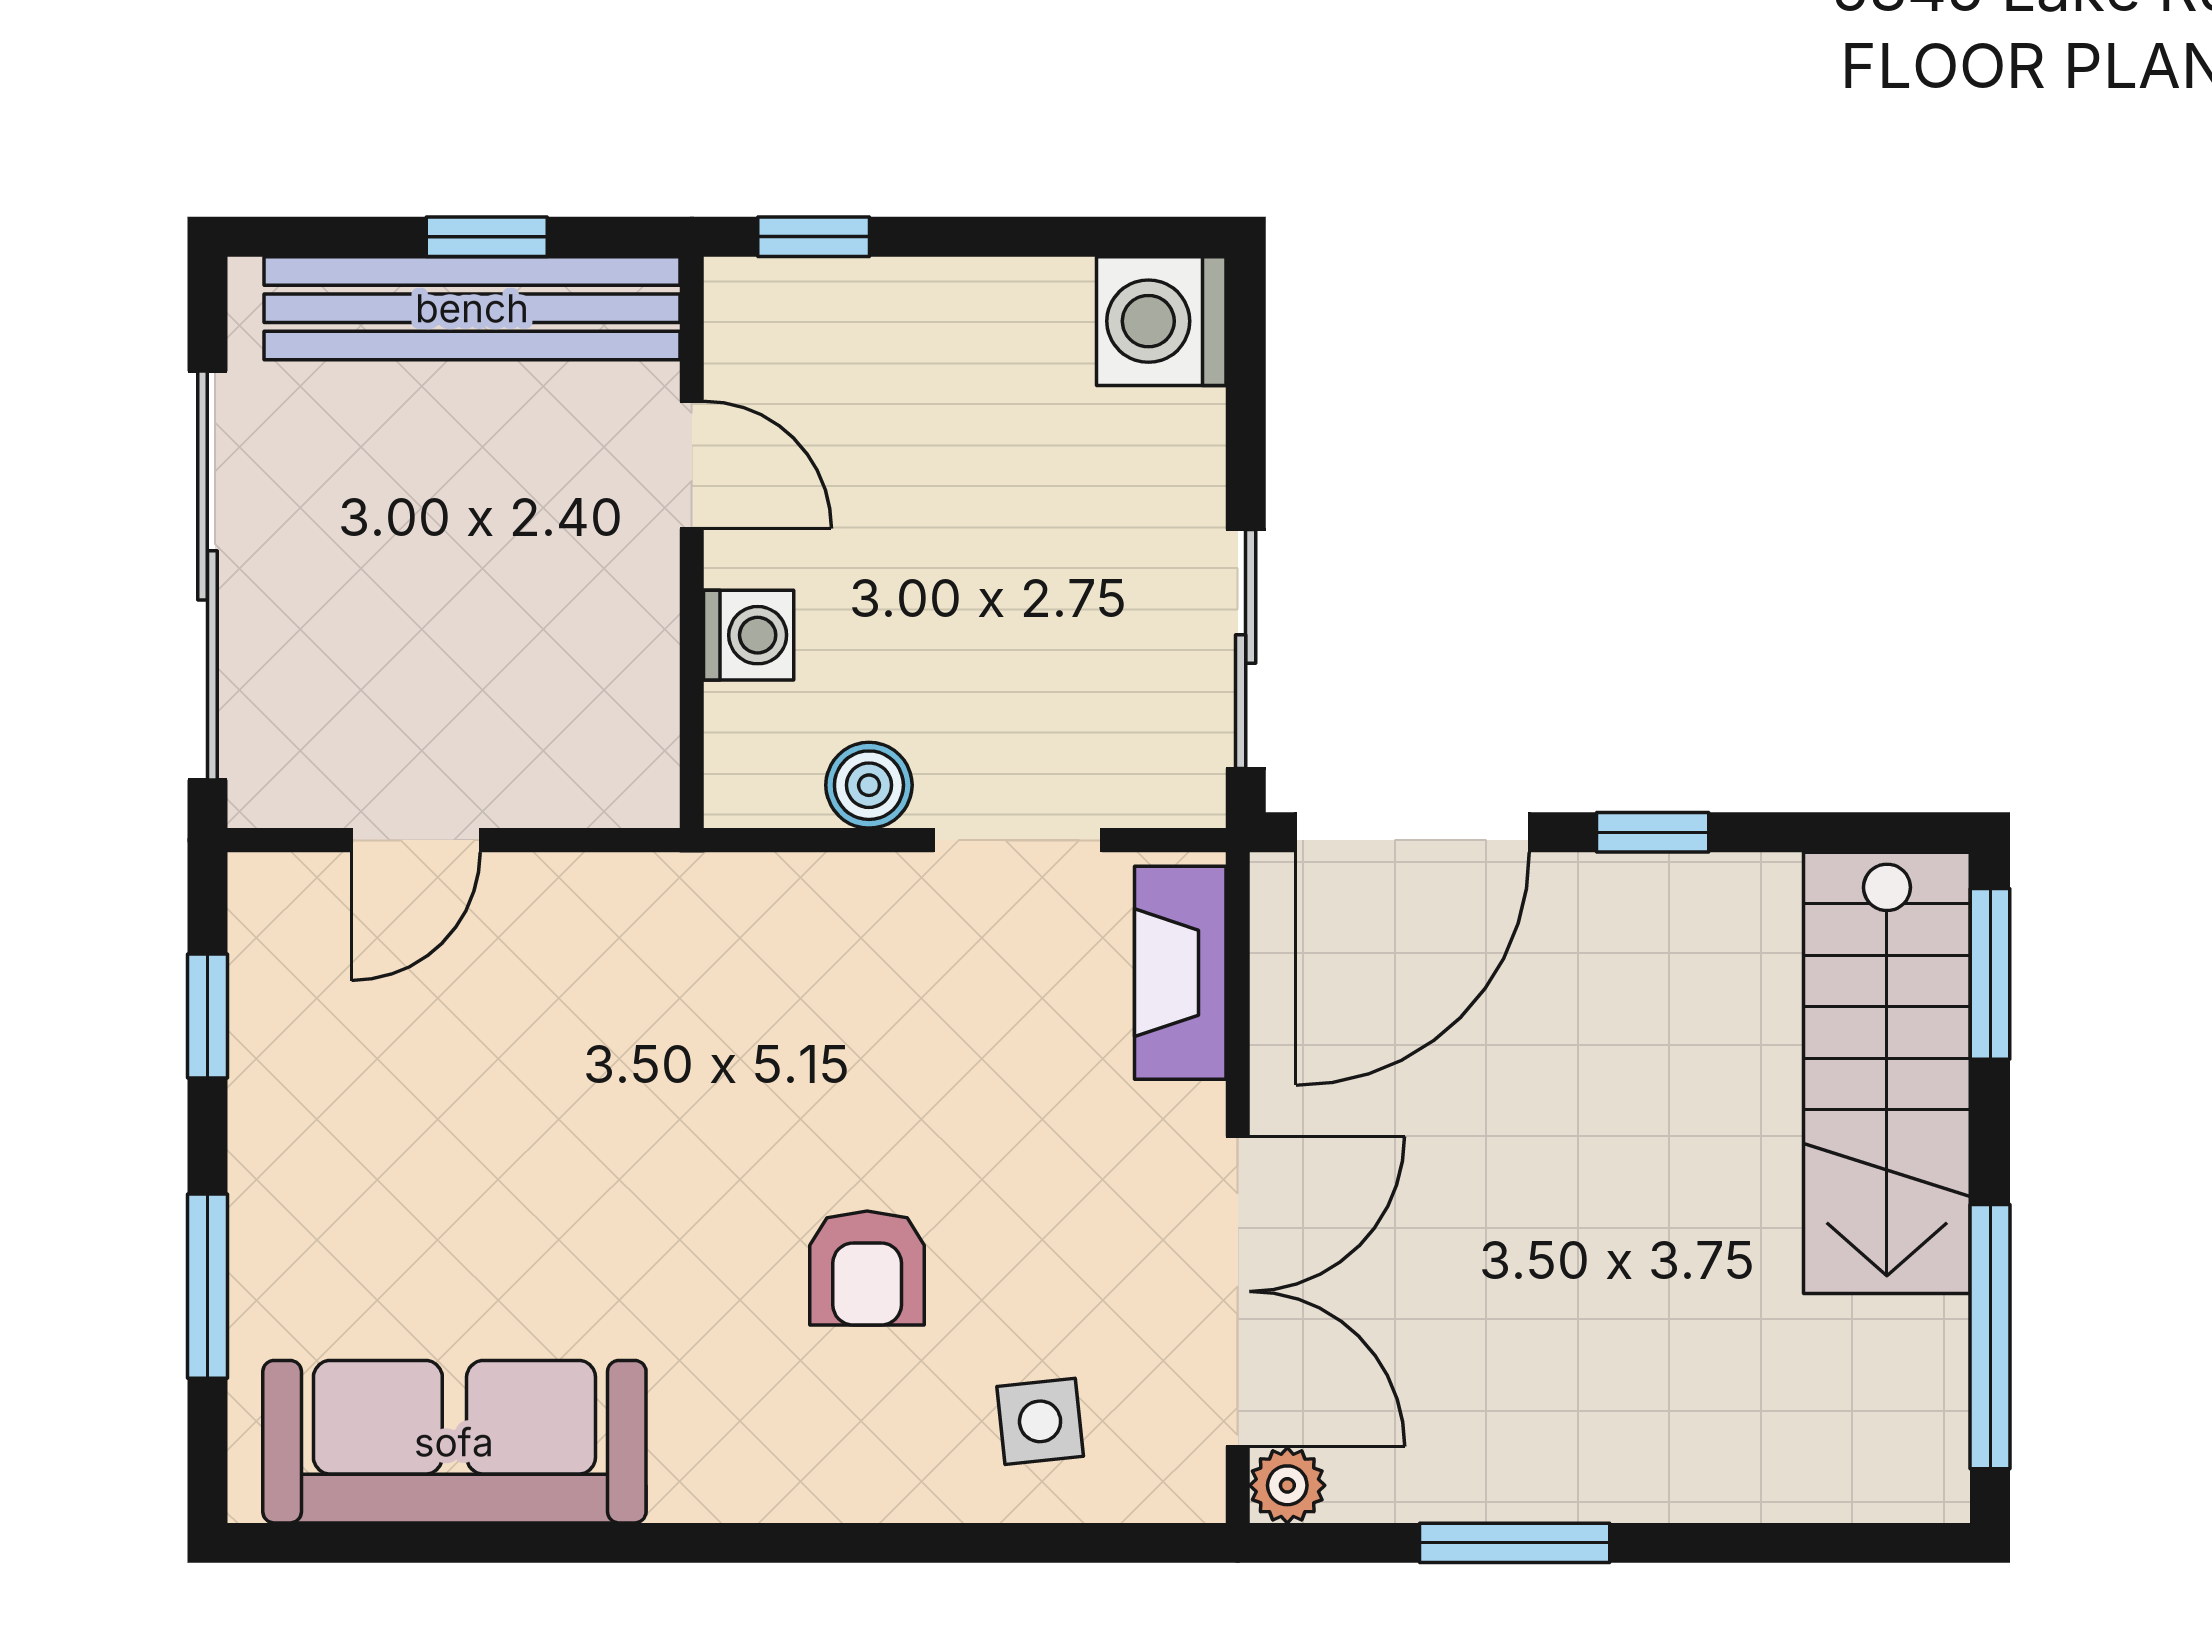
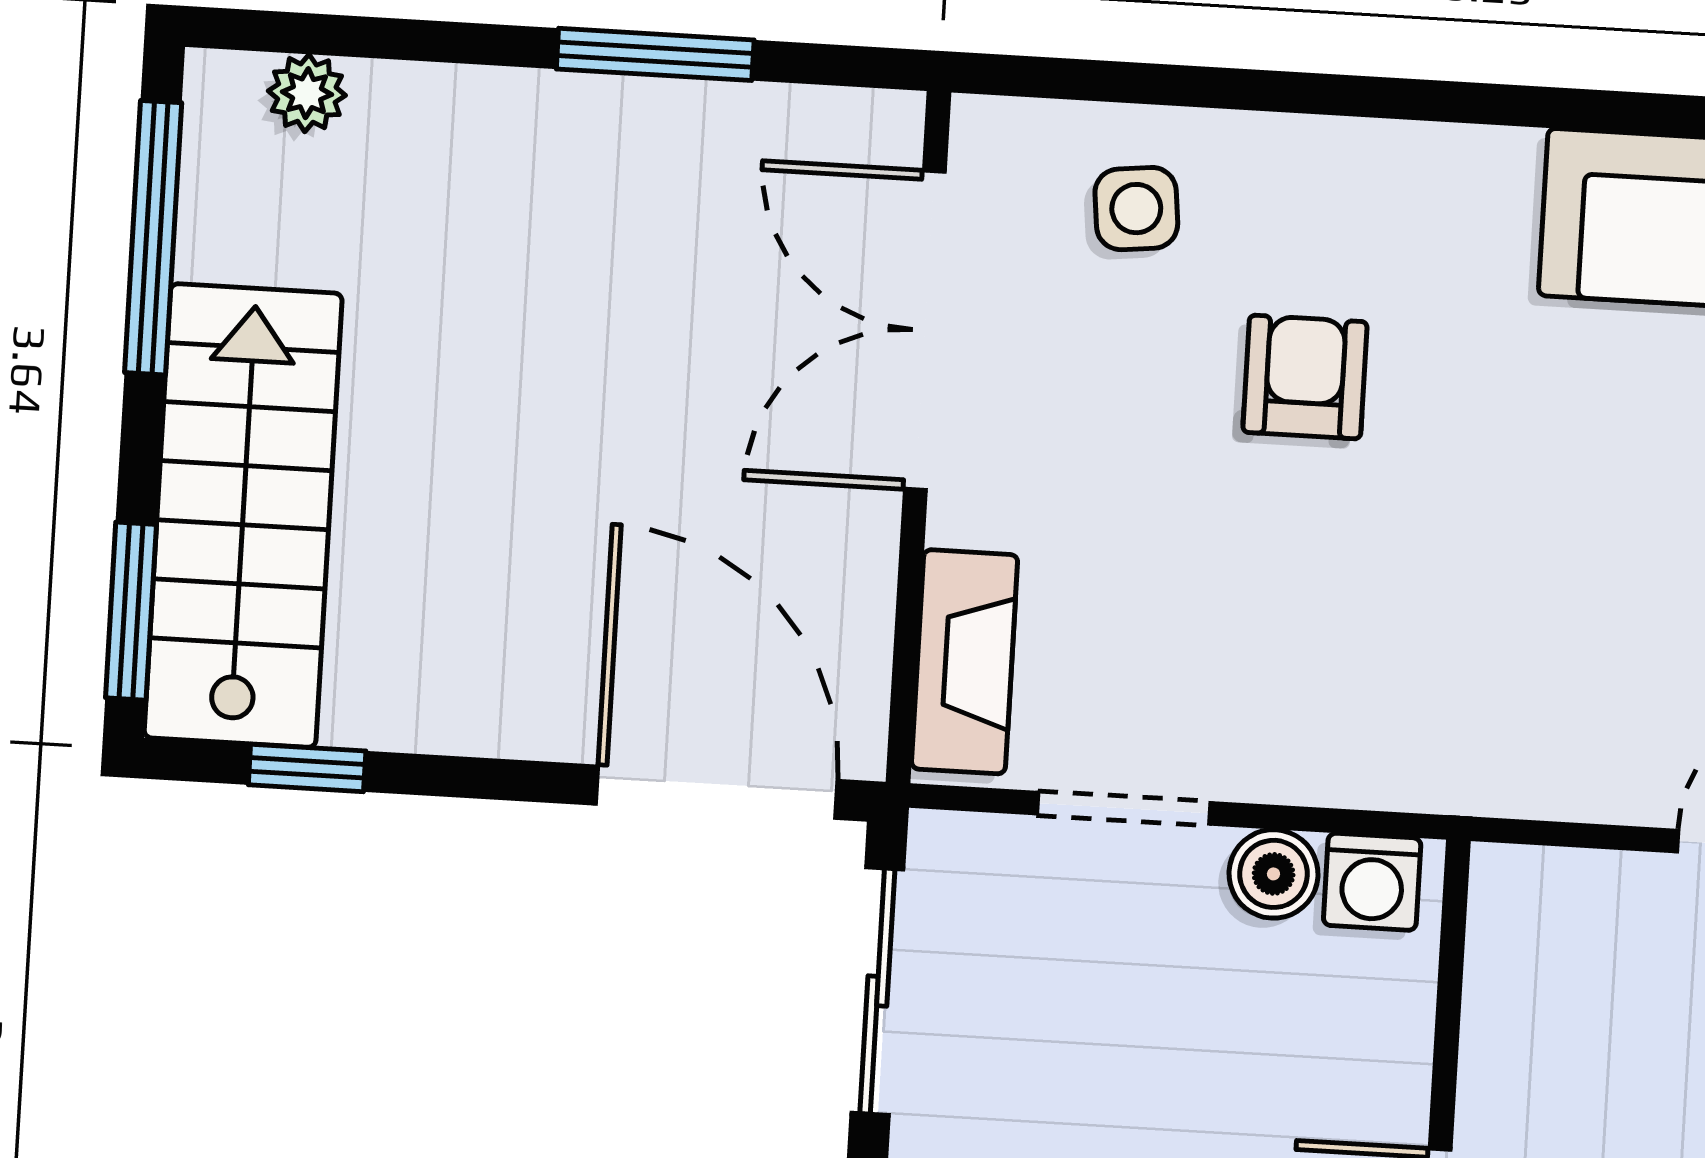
washing machine: (749, 635) -> (1372, 882), moved, turned -90
door: (1413, 832) -> (717, 792), hinge flipped
window: (1653, 832) -> (307, 768), moved
plant: (1287, 1485) -> (307, 93), moved

